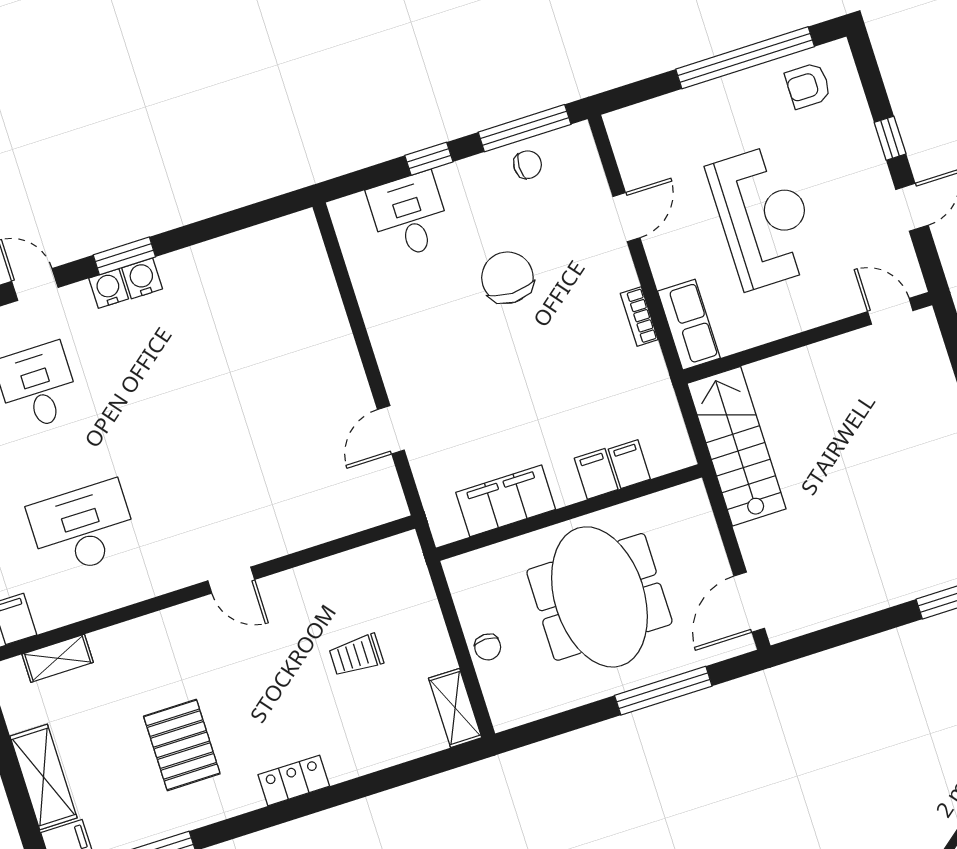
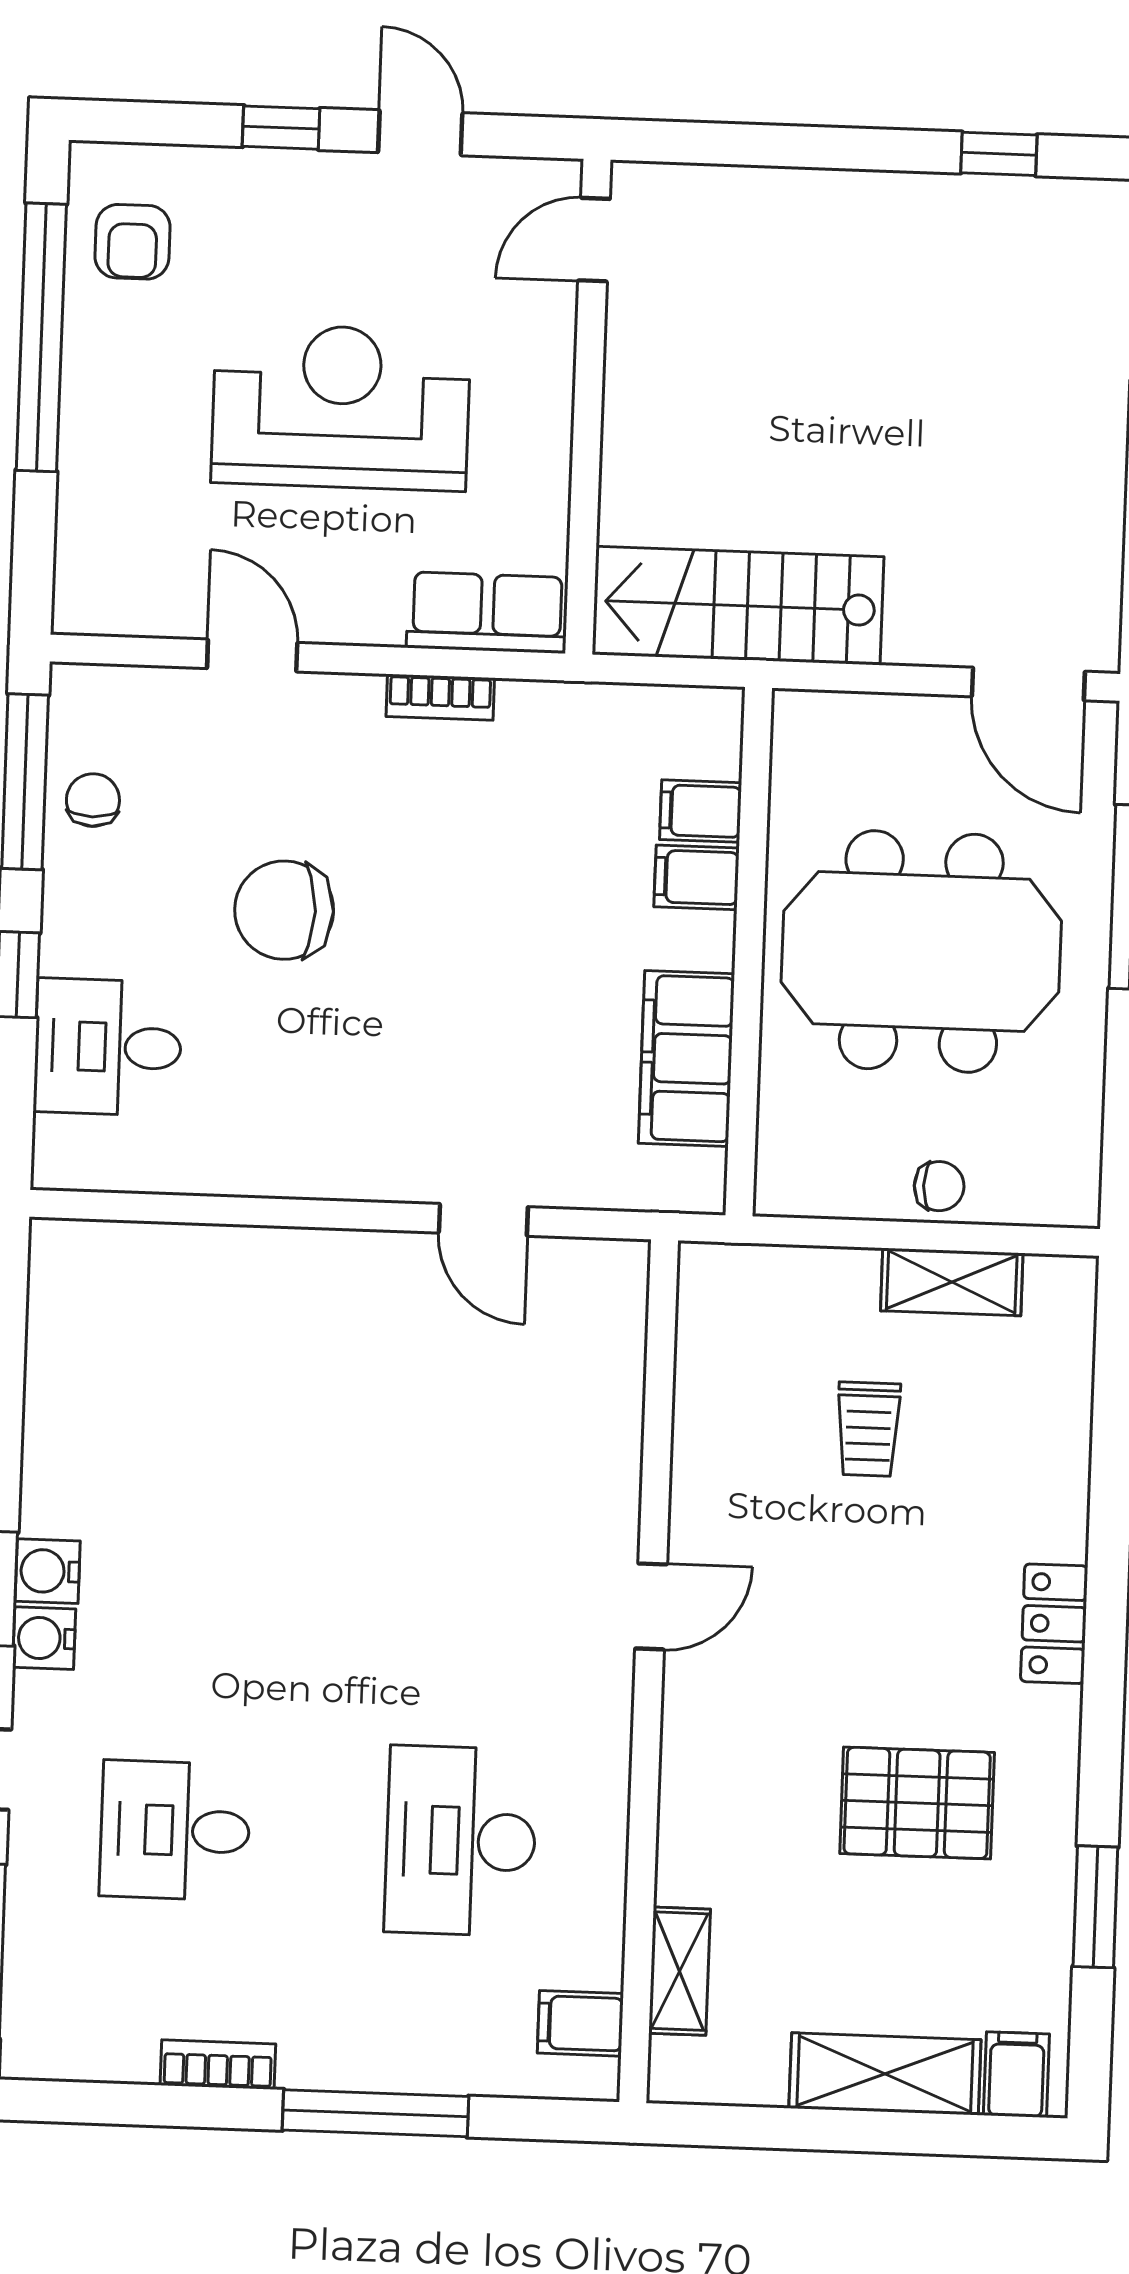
shelving: (455, 708) -> (952, 1282), moved

